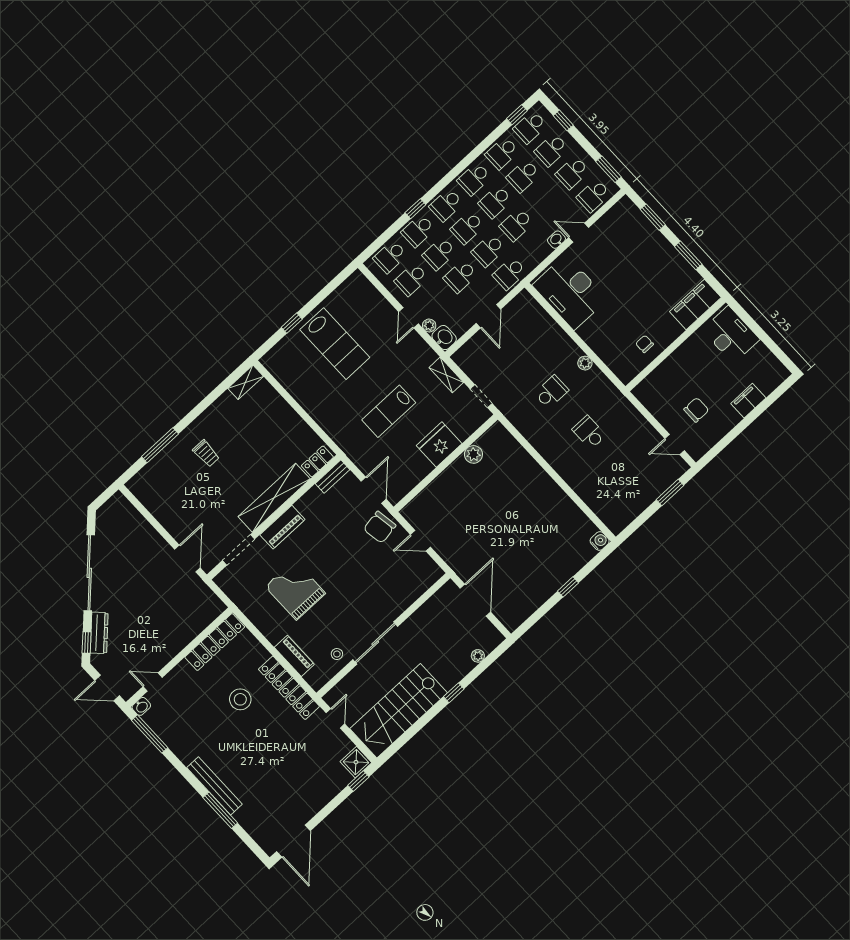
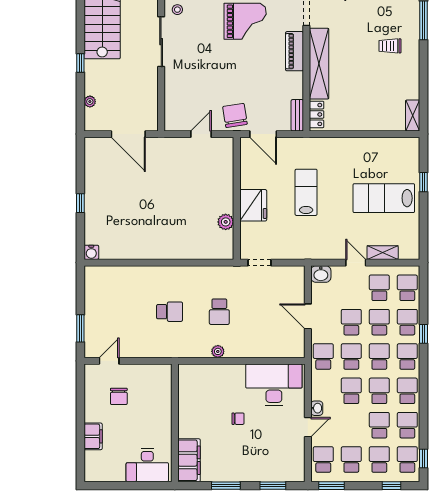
plant: (429, 326) -> (338, 271), removed
chair: (645, 344) -> (238, 419), moved
shelving: (446, 375) -> (383, 253), moved

